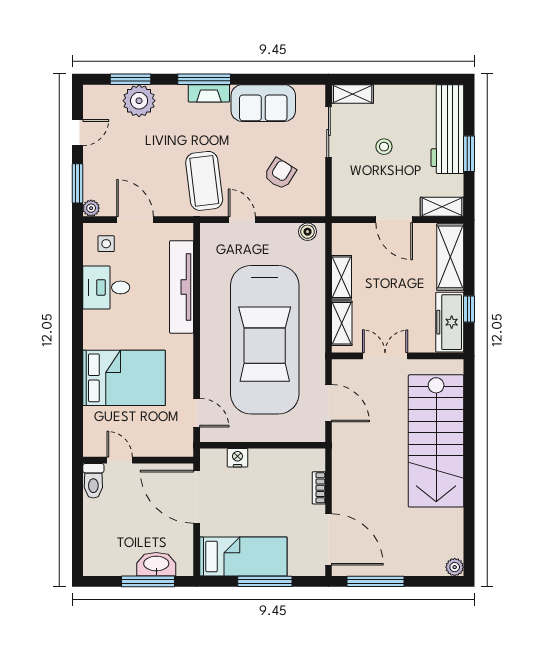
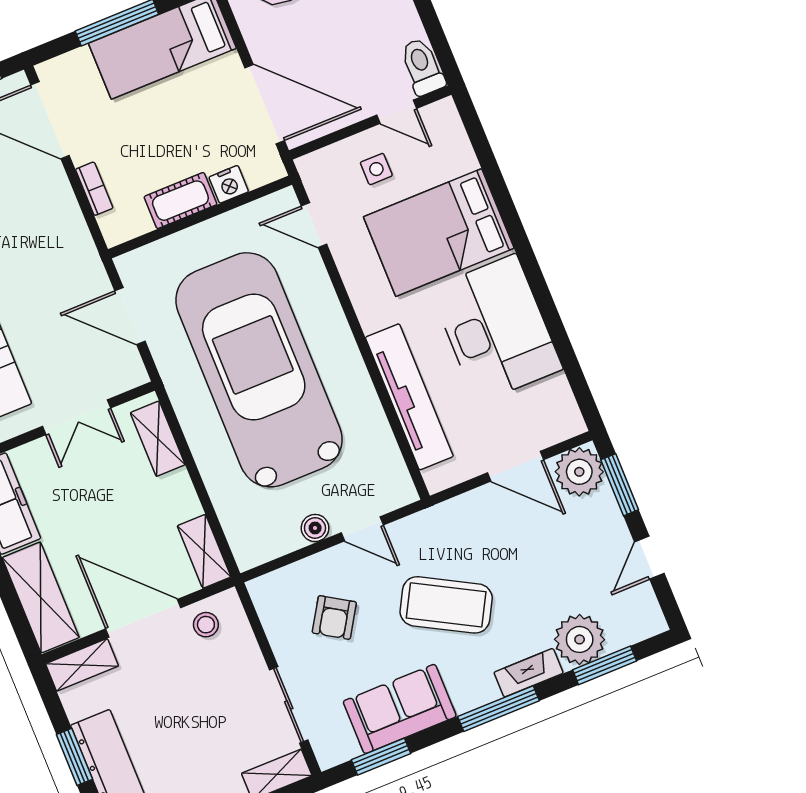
window: (286, 79) -> (381, 757), added
fireplace: (209, 93) -> (529, 673), moved
stool: (384, 147) -> (206, 625), moved
coffee table: (204, 181) -> (446, 605), moved, turned -54
plant: (91, 208) -> (579, 472), width x1.88, depth x1.88
door: (394, 220) -> (143, 618), width x1.36
boiler: (308, 232) -> (315, 528), moved
side table: (106, 244) -> (376, 169), moved
shelving: (342, 277) -> (204, 551), moved
desk: (106, 287) -> (496, 329), width x1.87, depth x1.30
cot: (270, 460) -> (180, 201), added

